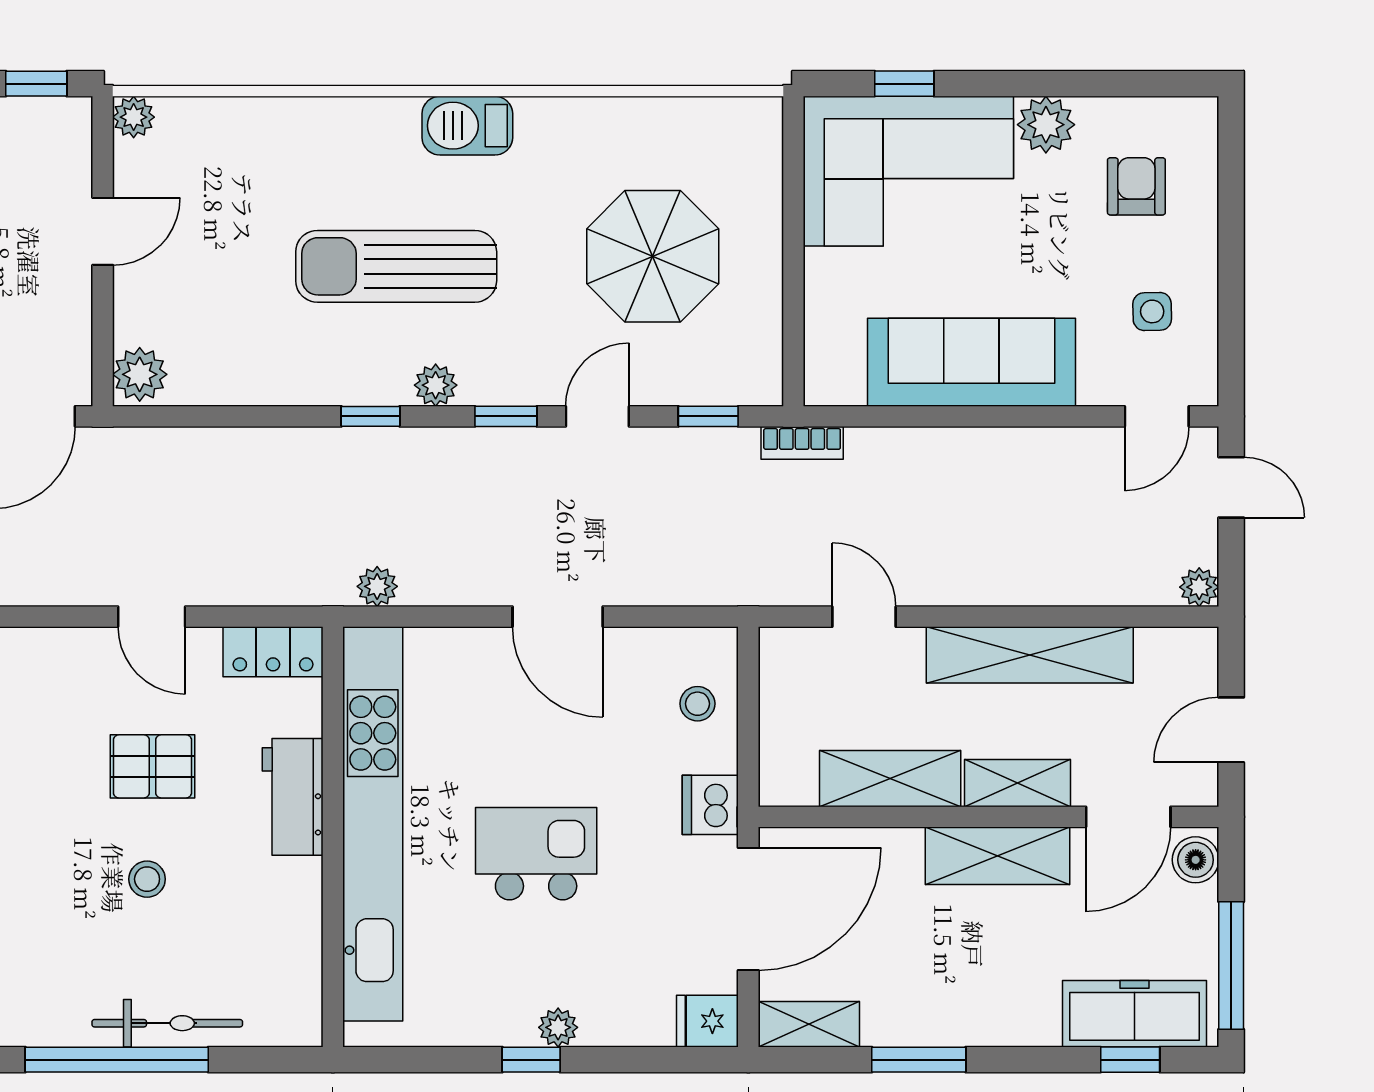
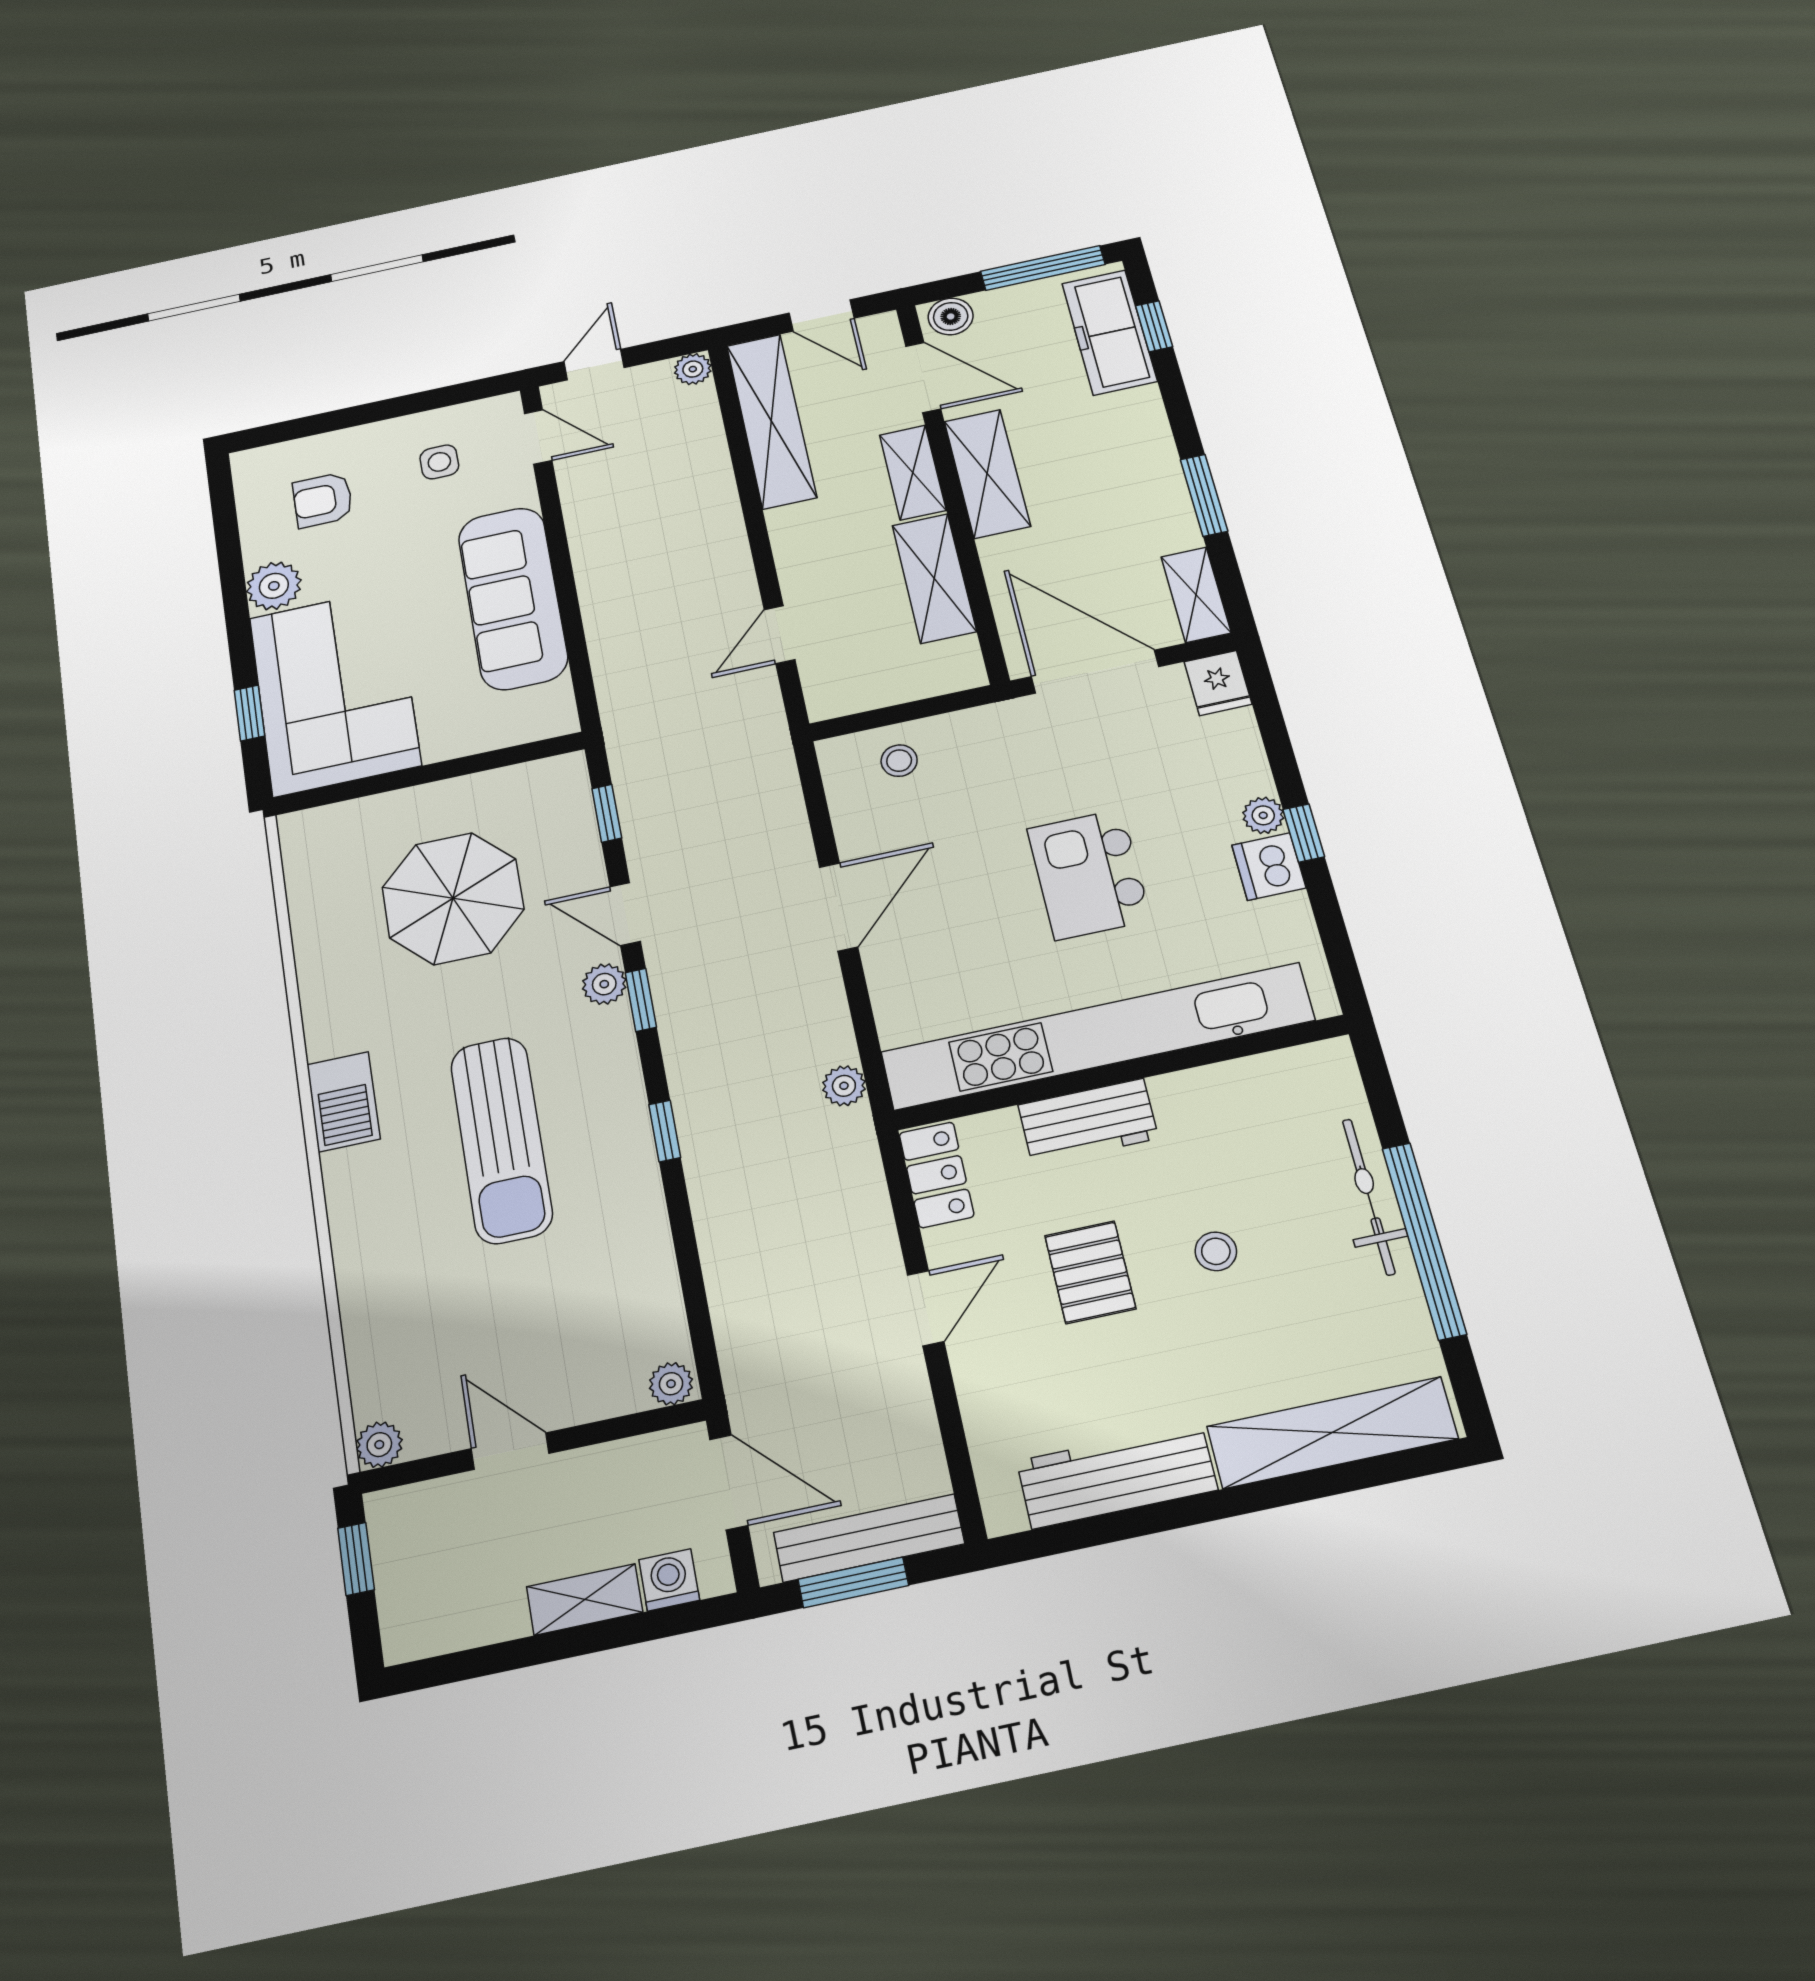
plant: (140, 374) -> (671, 1384), width x0.73, depth x0.73
plant: (436, 385) -> (604, 984), moved
bookcase: (802, 443) -> (618, 725), removed
shelving: (1030, 655) -> (771, 421), moved
dishwasher: (710, 805) -> (1269, 866), moved, turned 90

